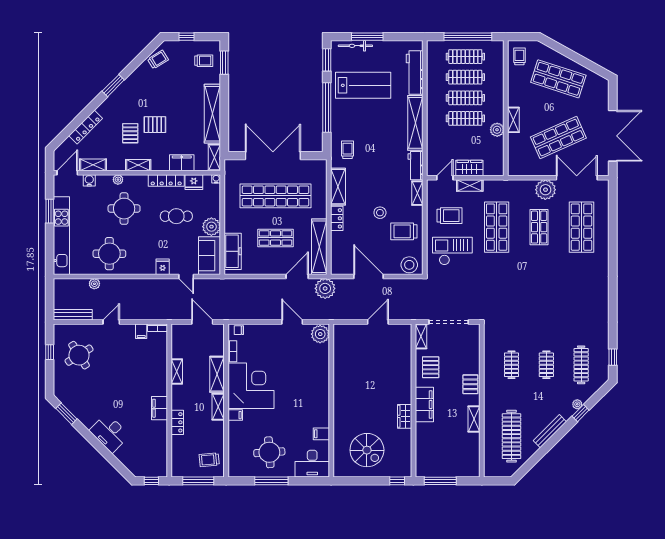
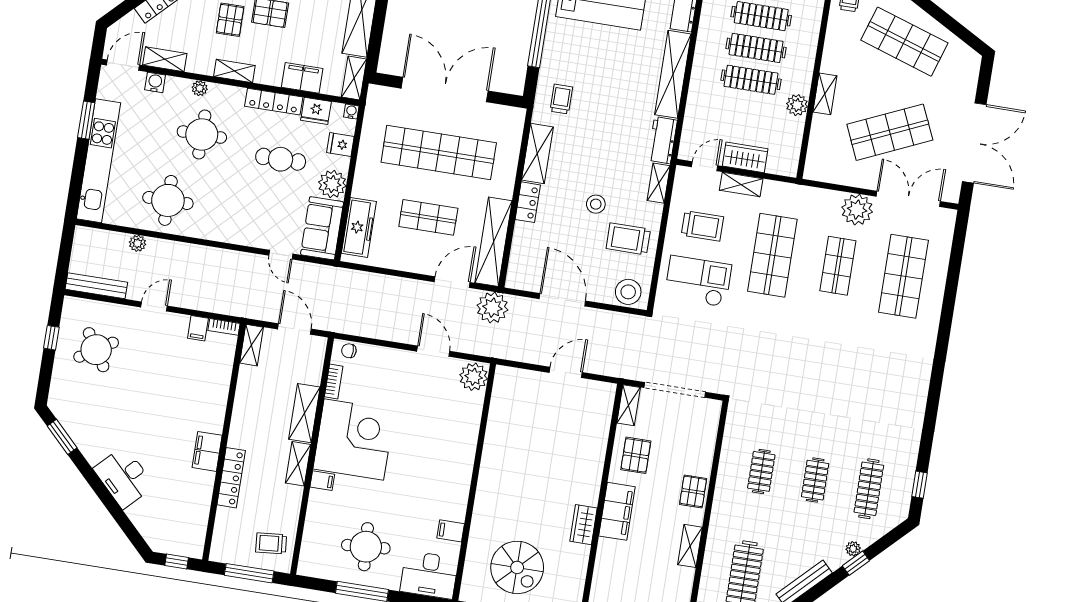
fridge: (163, 267) -> (340, 145), moved, turned -90
shelving: (177, 371) -> (252, 345), moved
locker: (177, 422) -> (231, 478), width x1.53

